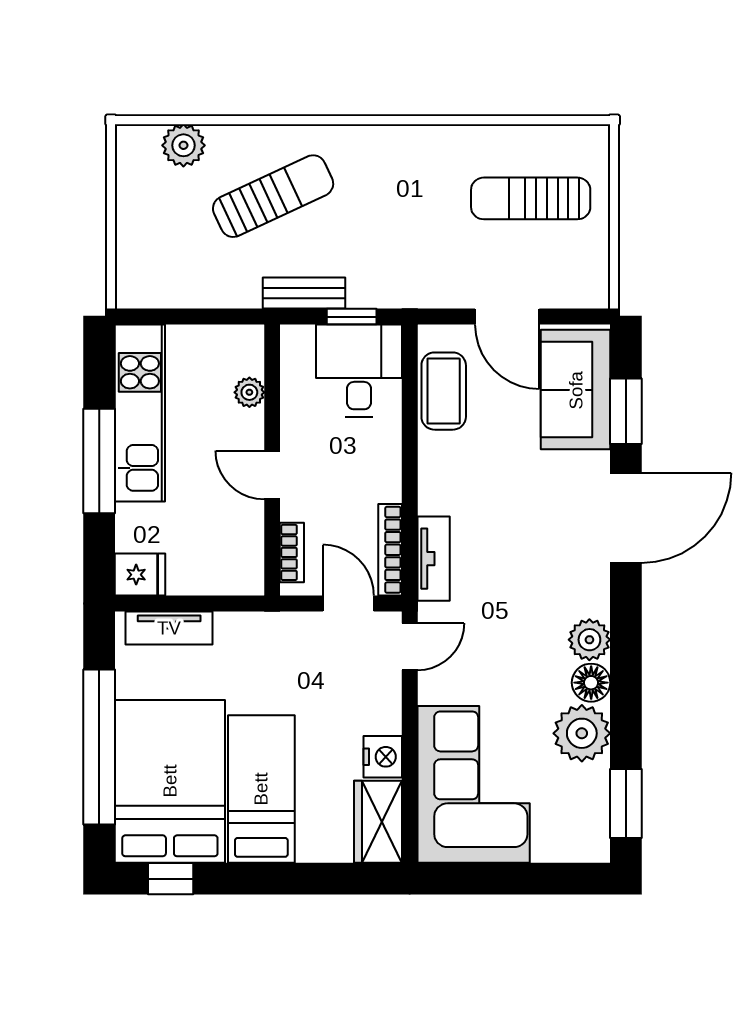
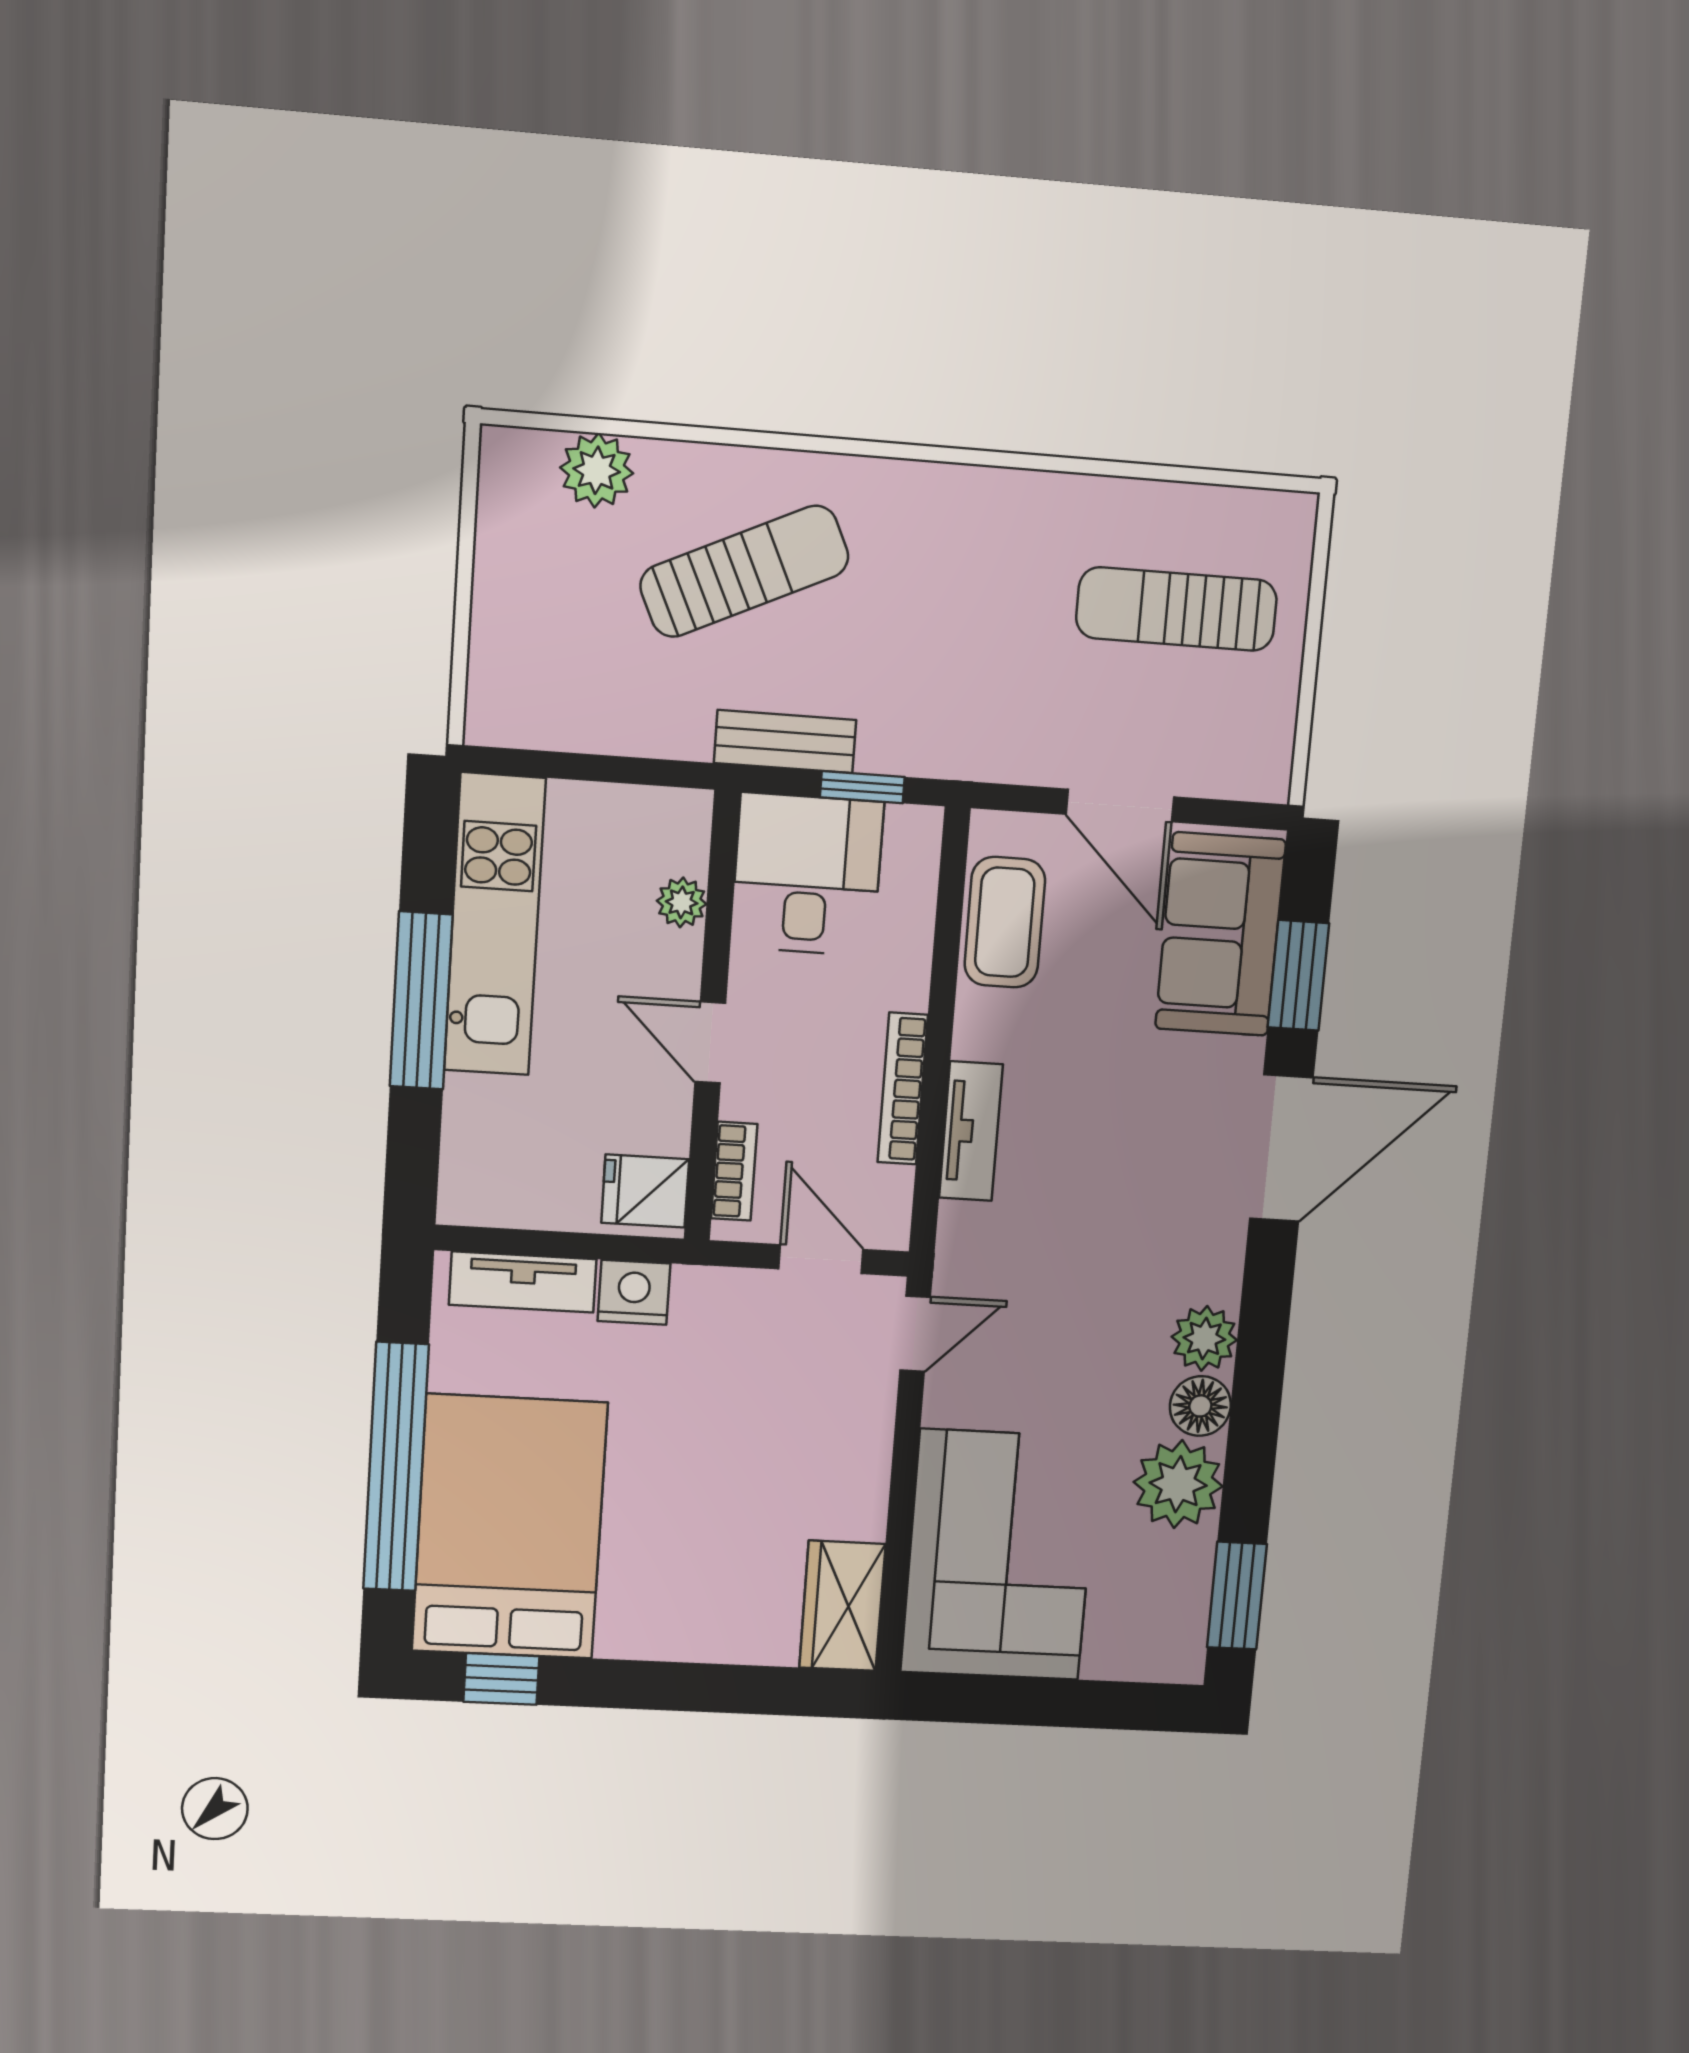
desk: (359, 371) -> (807, 875), moved
bookcase: (390, 550) -> (903, 1089), moved
tv unit: (434, 559) -> (971, 1131), moved
fridge: (140, 575) -> (645, 1191), moved, turned 180
nightstand: (383, 757) -> (634, 1292), moved, turned -90
bed: (261, 789) -> (658, 1546), removed

